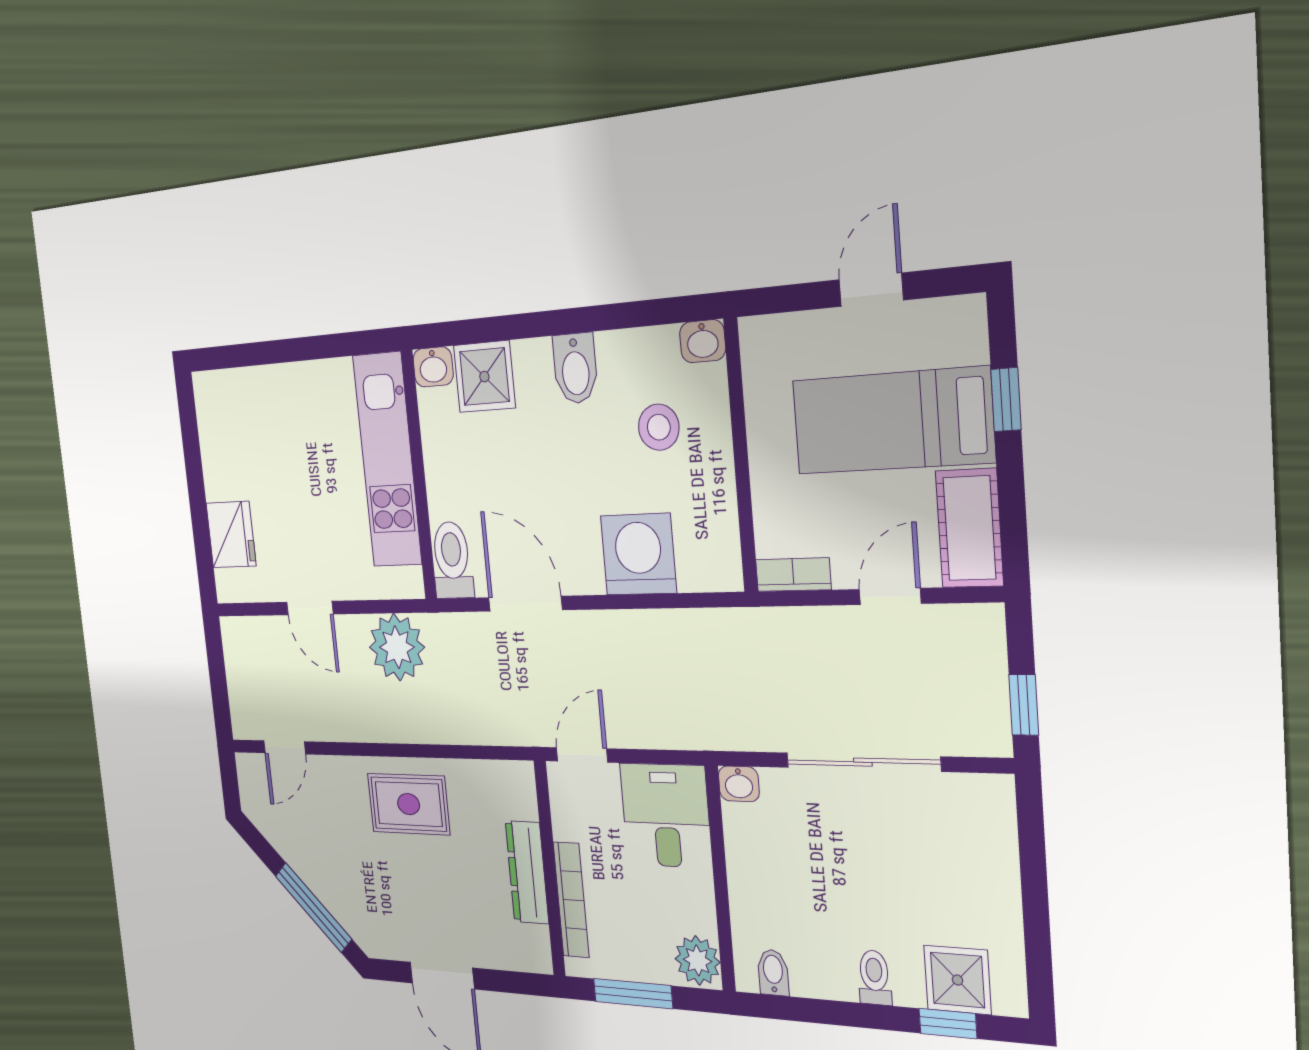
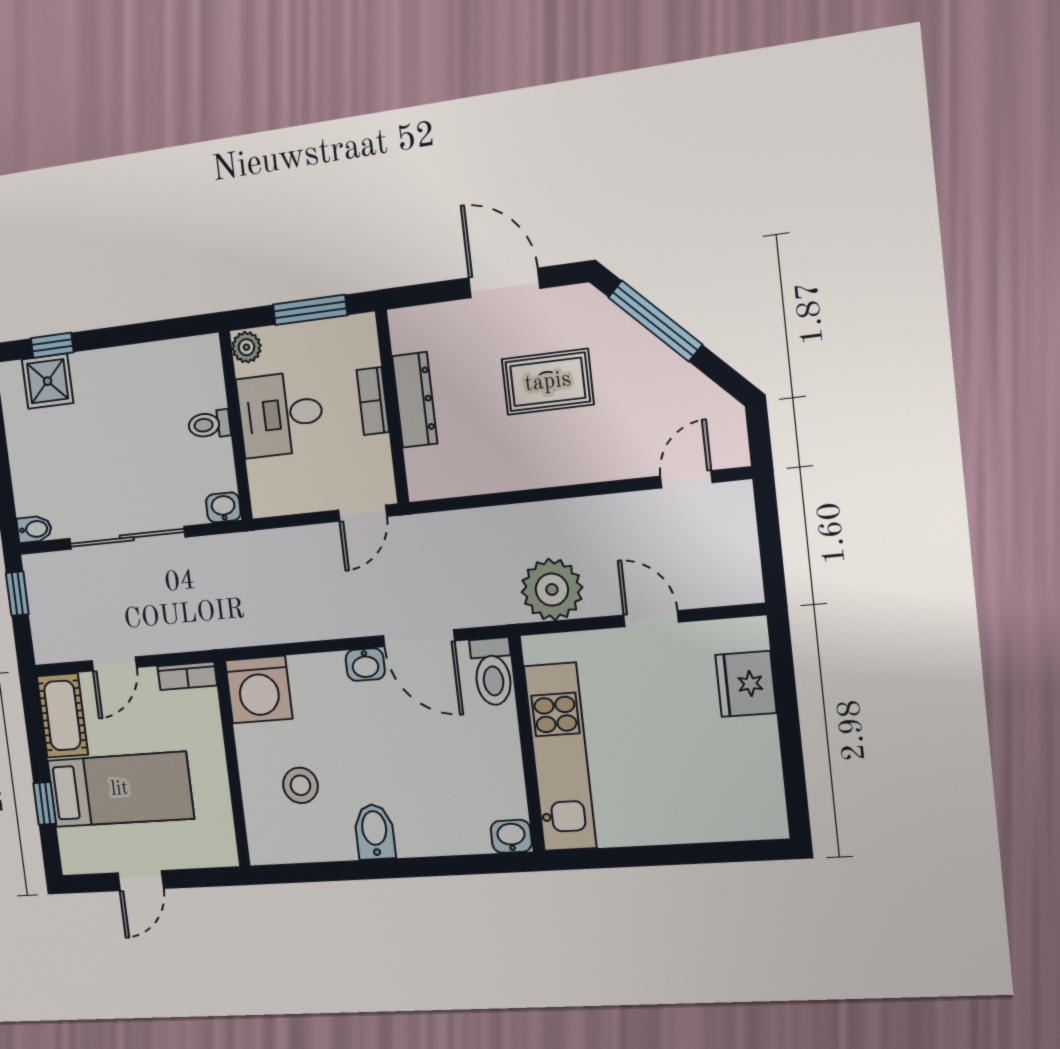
washbasin: (703, 341) -> (365, 665), moved, turned 180
shower: (484, 377) -> (460, 827), removed
washing machine: (638, 554) -> (259, 690), moved
rug: (409, 804) -> (548, 382), moved
desk: (666, 815) -> (281, 414), moved, turned 90
bookcase: (571, 900) -> (373, 401), width x0.64
plant: (698, 960) -> (246, 347), width x0.73, depth x0.73
bidet: (773, 973) -> (34, 529), moved, turned -90
toilet: (874, 978) -> (209, 425), moved, turned 90

